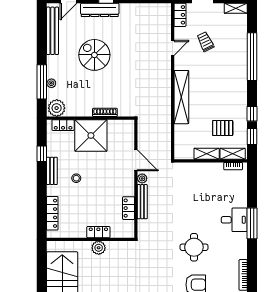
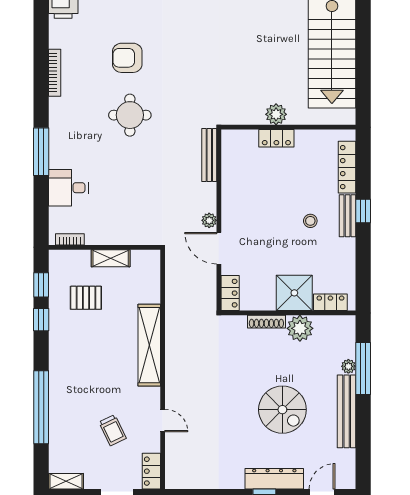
bench: (53, 31) -> (347, 411), moved
door: (173, 48) -> (163, 421), swing flipped
plant: (57, 108) -> (300, 328), moved
shower: (91, 135) -> (294, 293), width x0.73, depth x0.73
window: (42, 154) -> (363, 211), moved
shelving: (233, 154) -> (71, 258), removed
bench: (52, 171) -> (348, 216), moved
bench: (142, 202) -> (209, 155), moved
locker: (129, 208) -> (230, 293), moved
desk: (234, 220) -> (68, 188), moved

